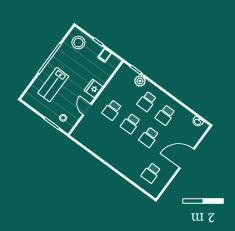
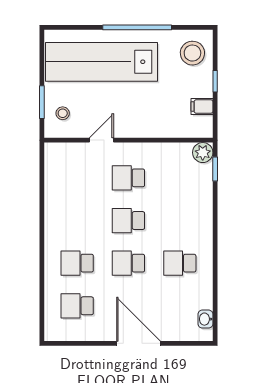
plant: (140, 81) -> (203, 153), moved
lab bench: (53, 85) -> (102, 62), width x1.86, depth x1.39
fridge: (93, 88) -> (140, 126), removed
school desk: (147, 101) -> (77, 263), moved

